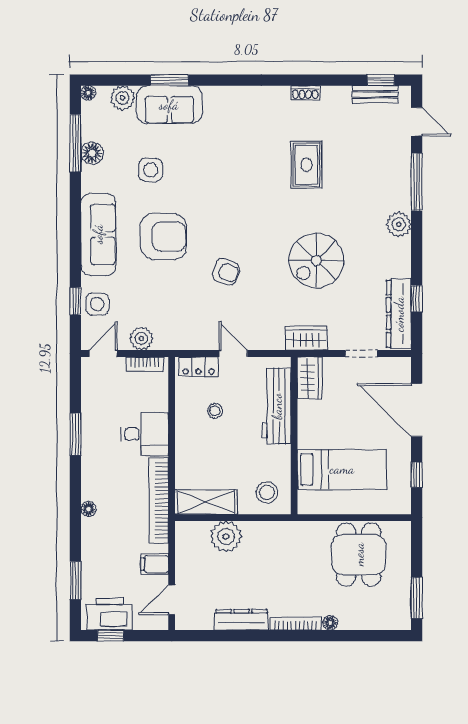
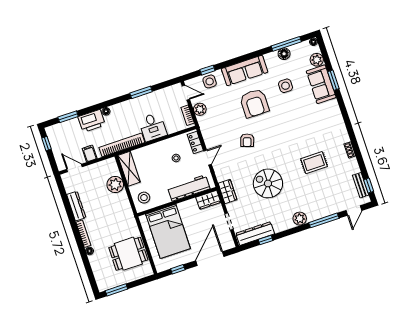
bed: (342, 469) -> (168, 231), width x1.50
printer: (110, 614) -> (92, 121), moved, turned 90

